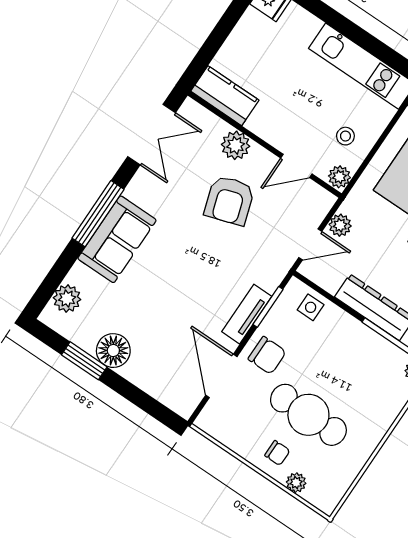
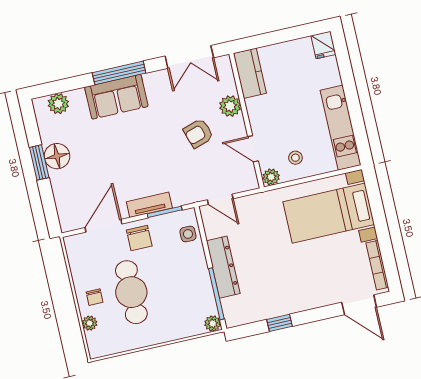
armchair: (229, 200) -> (198, 133), width x0.72, depth x0.72
plant: (340, 225) -> (247, 204), removed
window: (84, 361) -> (39, 162), moved

